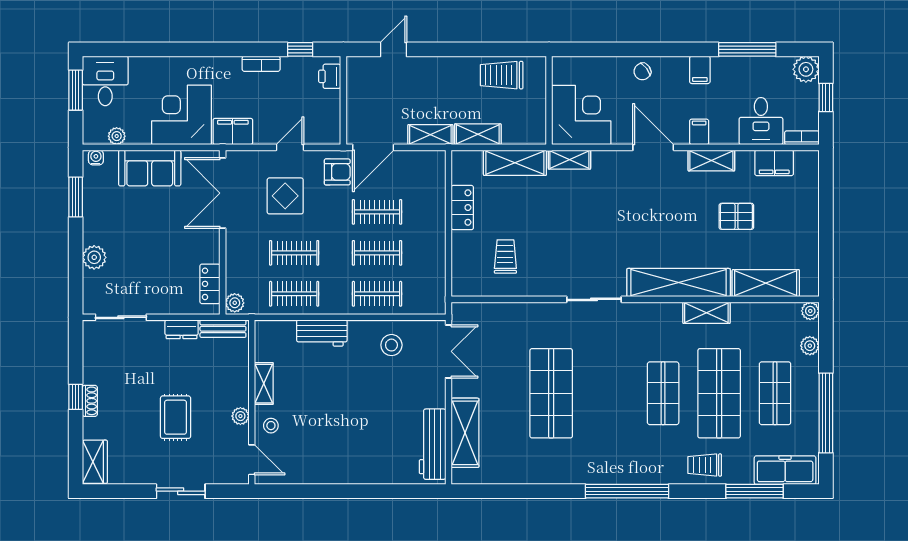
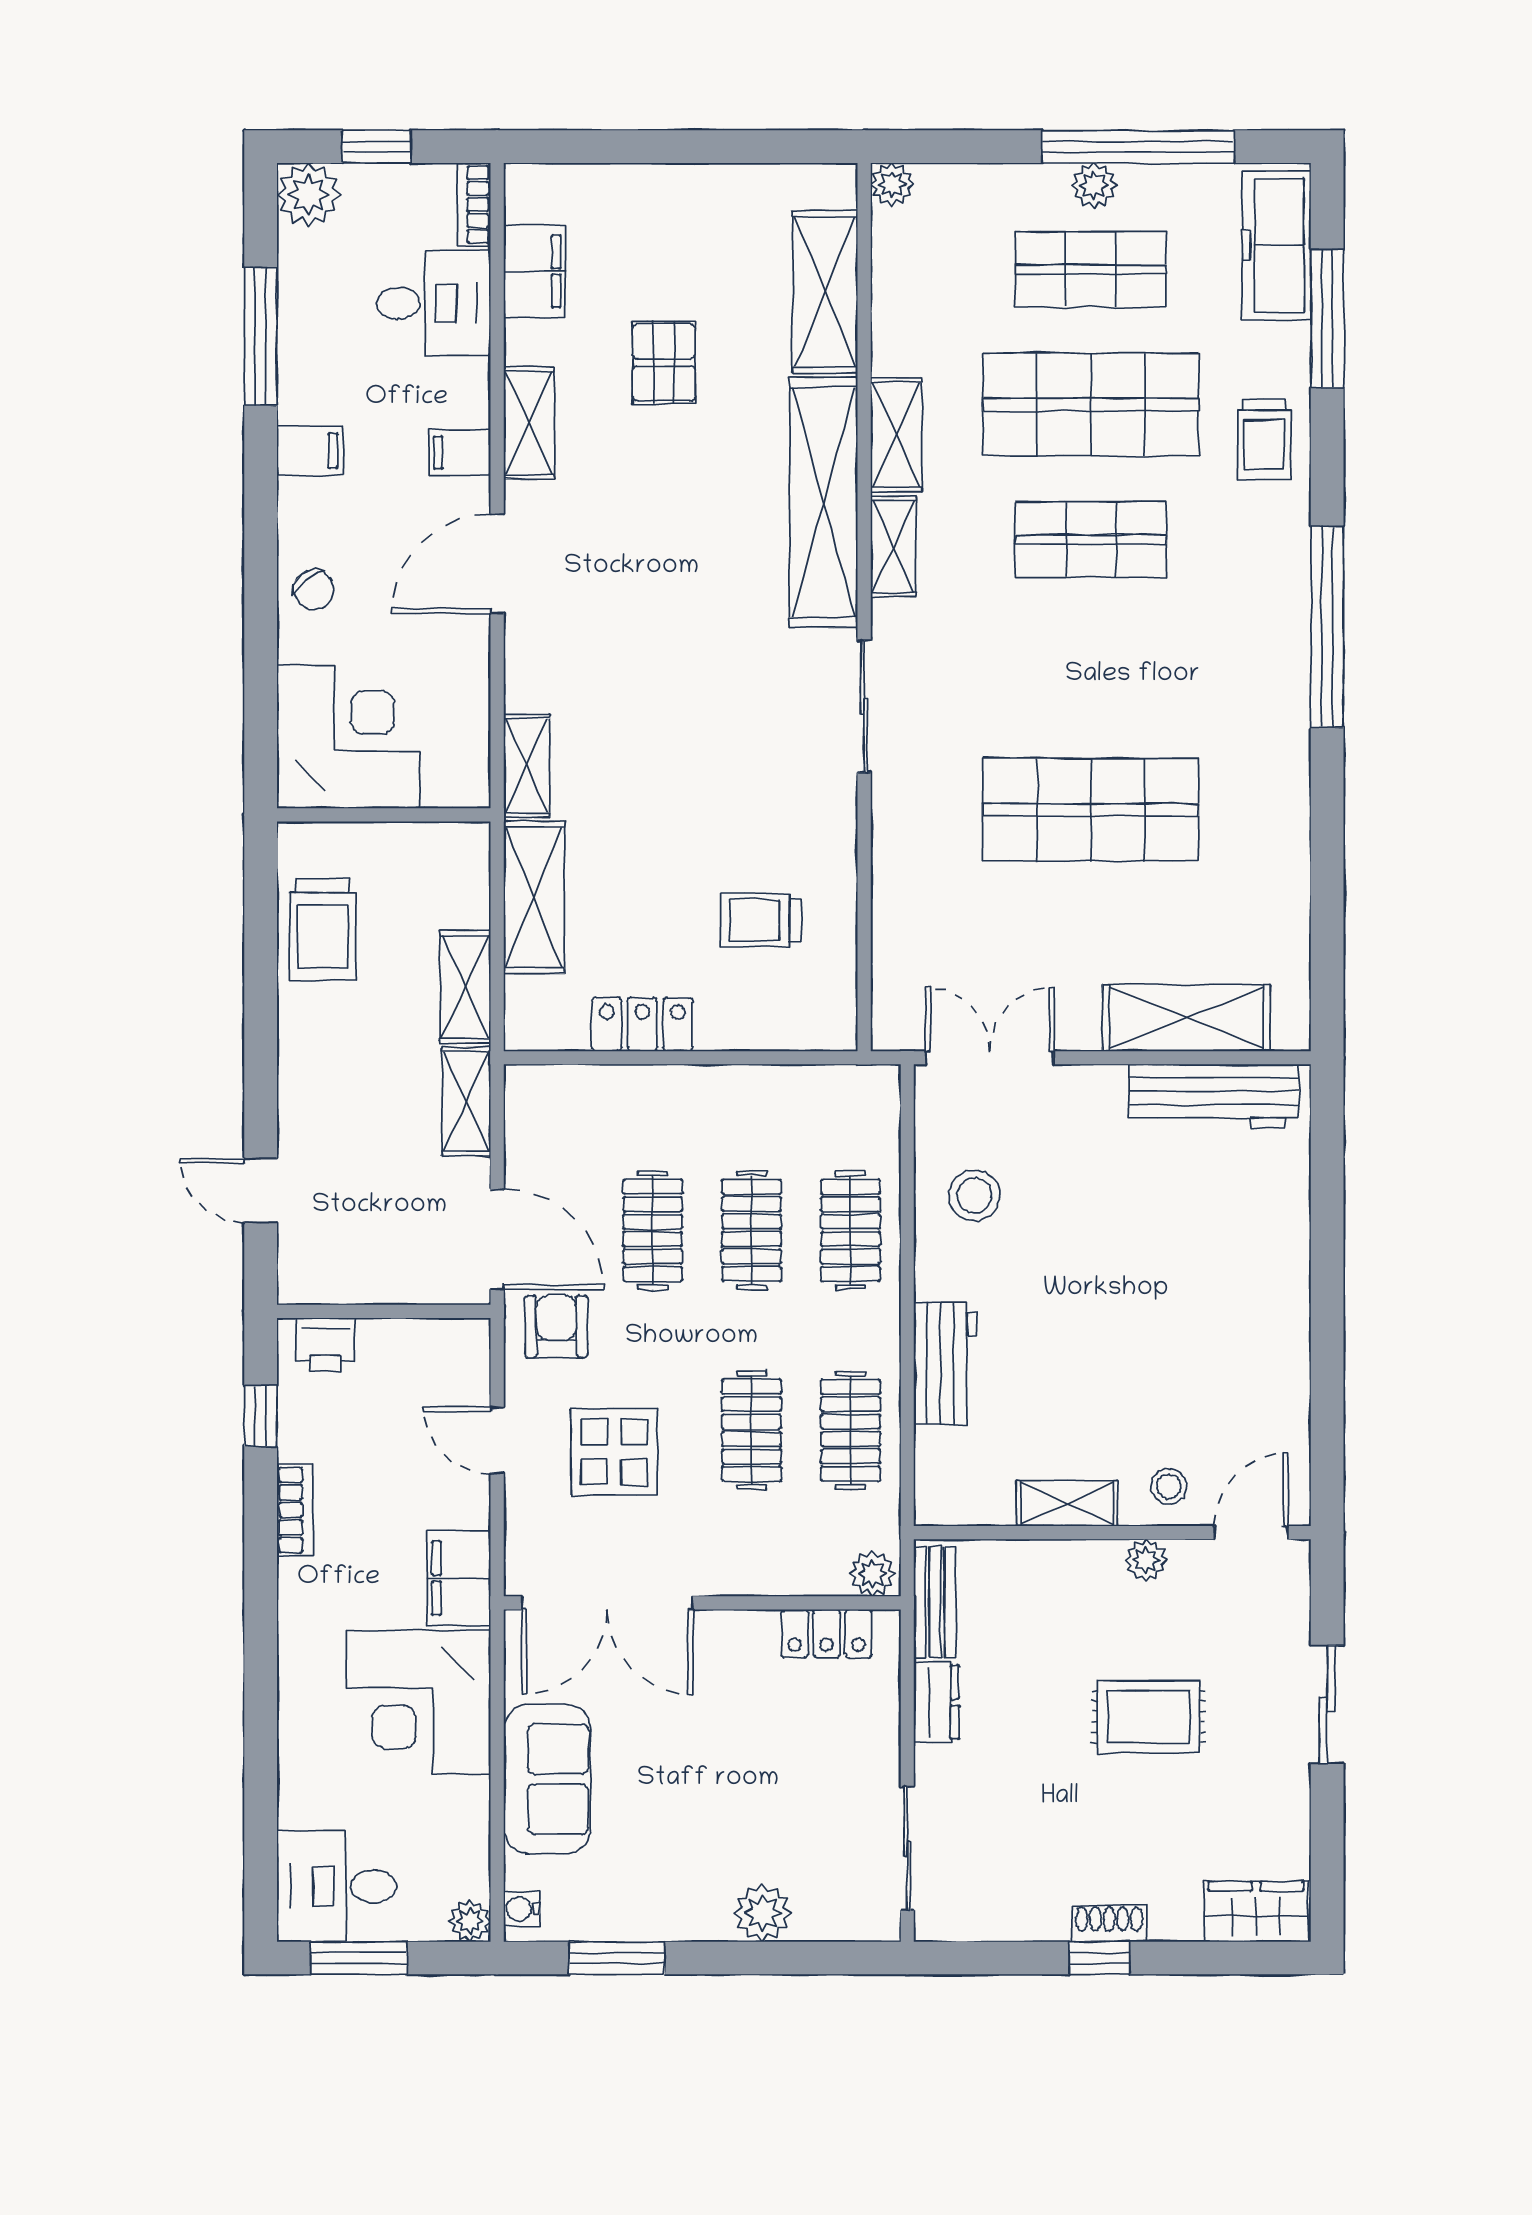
corner desk: (581, 115) -> (348, 737), moved, turned 90
plant: (117, 136) -> (470, 1921), moved
shelving: (660, 311) -> (893, 547), added
plant: (810, 346) -> (1094, 185), moved

